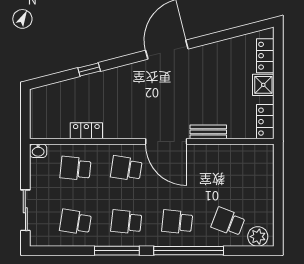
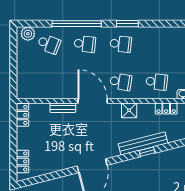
bench: (95, 81) -> (143, 143), added
shower: (263, 85) -> (129, 110), moved
locker: (86, 131) -> (166, 109), moved
school desk: (75, 222) -> (157, 44), removed
window: (117, 251) -> (127, 24), width x0.69

